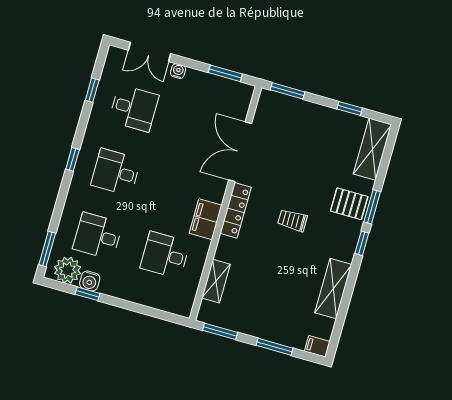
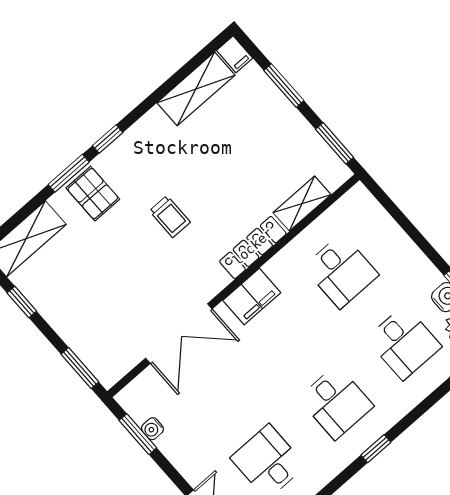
water cooler: (178, 71) -> (152, 429), moved
locker: (236, 210) -> (253, 247), moved
filing cabinet: (206, 219) -> (252, 296), moved
shelving: (333, 289) -> (196, 89), moved

